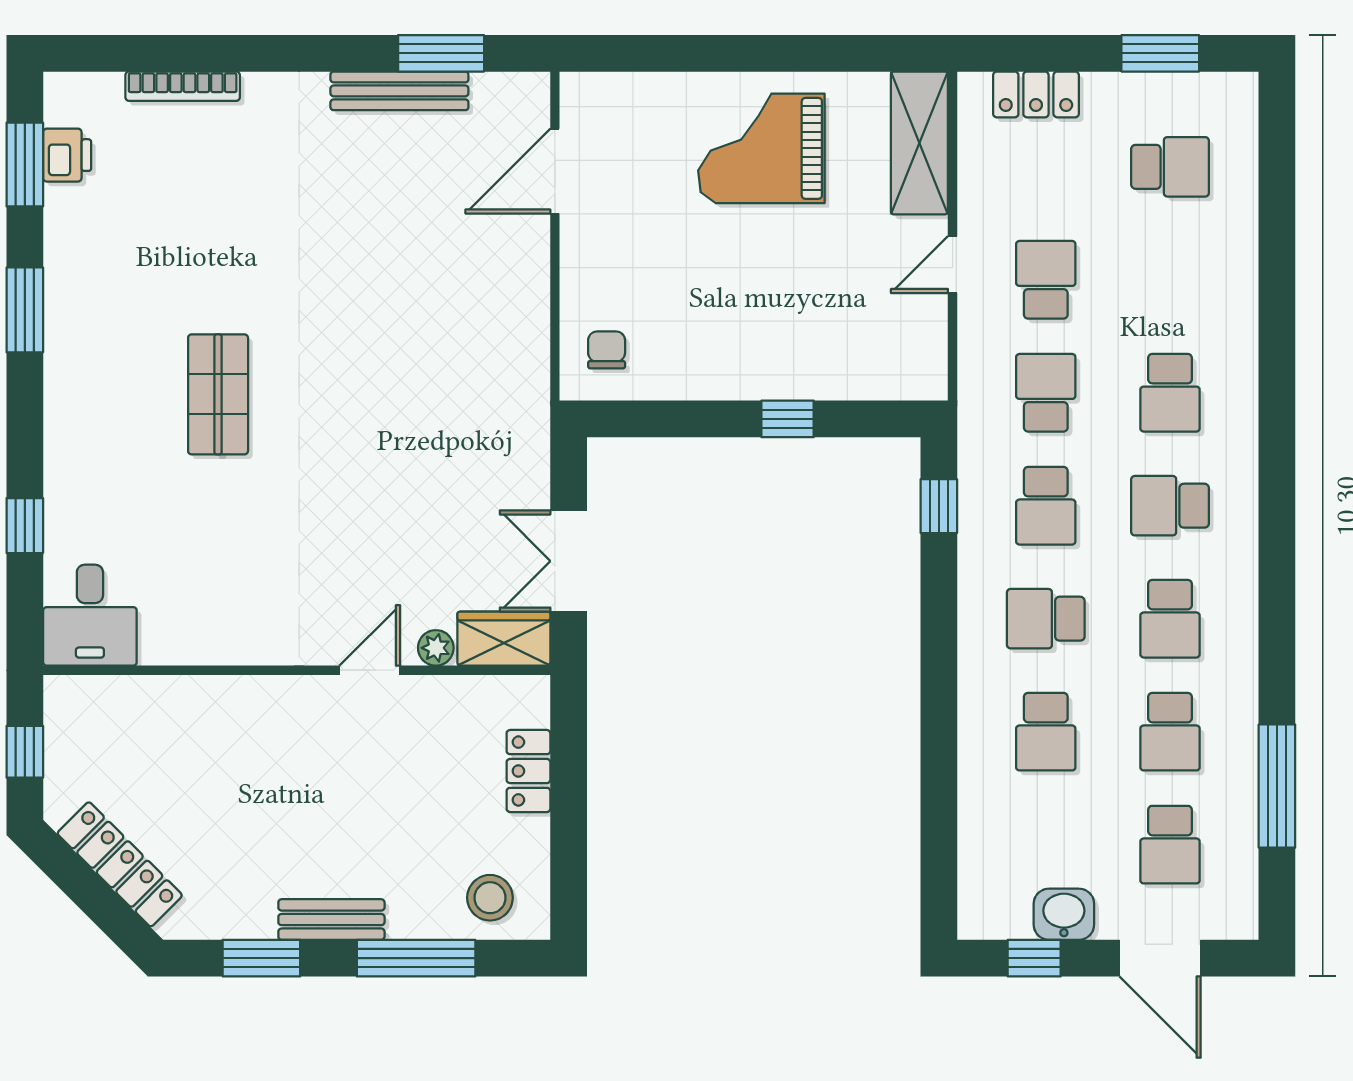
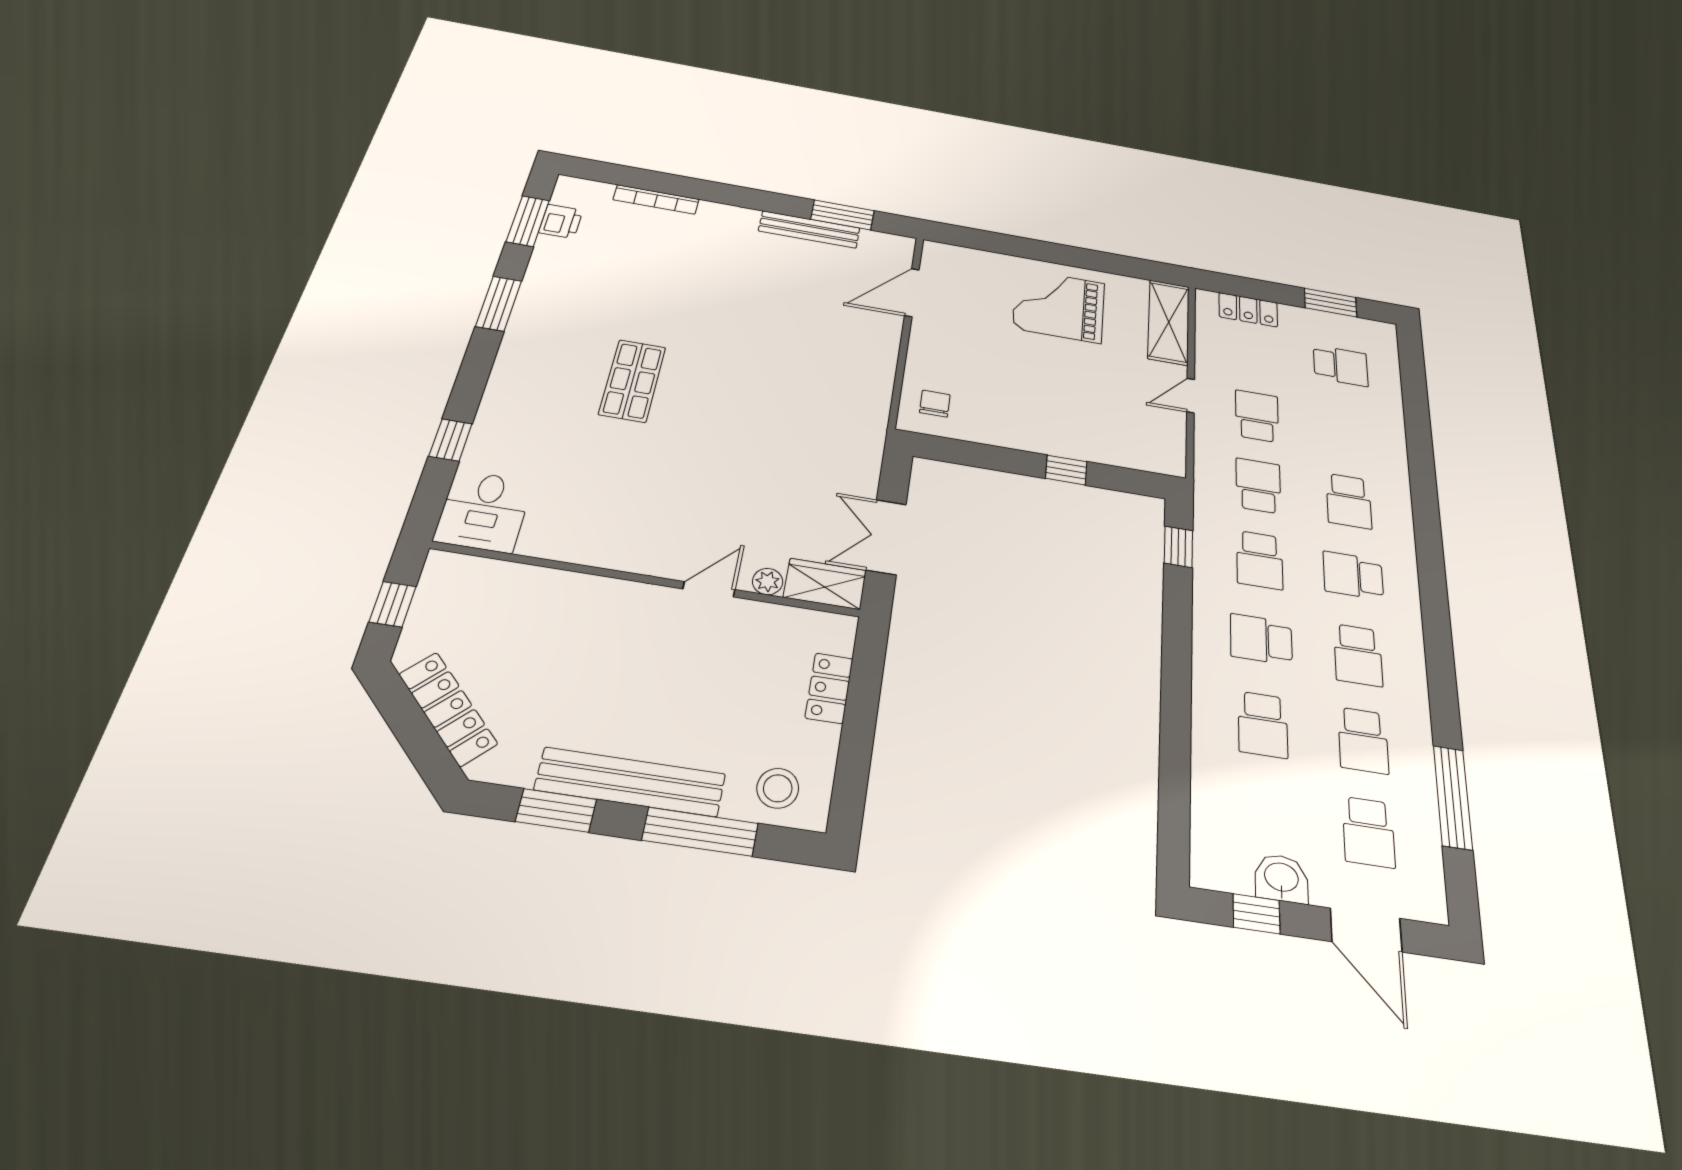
bench: (331, 920) -> (630, 782), width x1.86, depth x1.21

